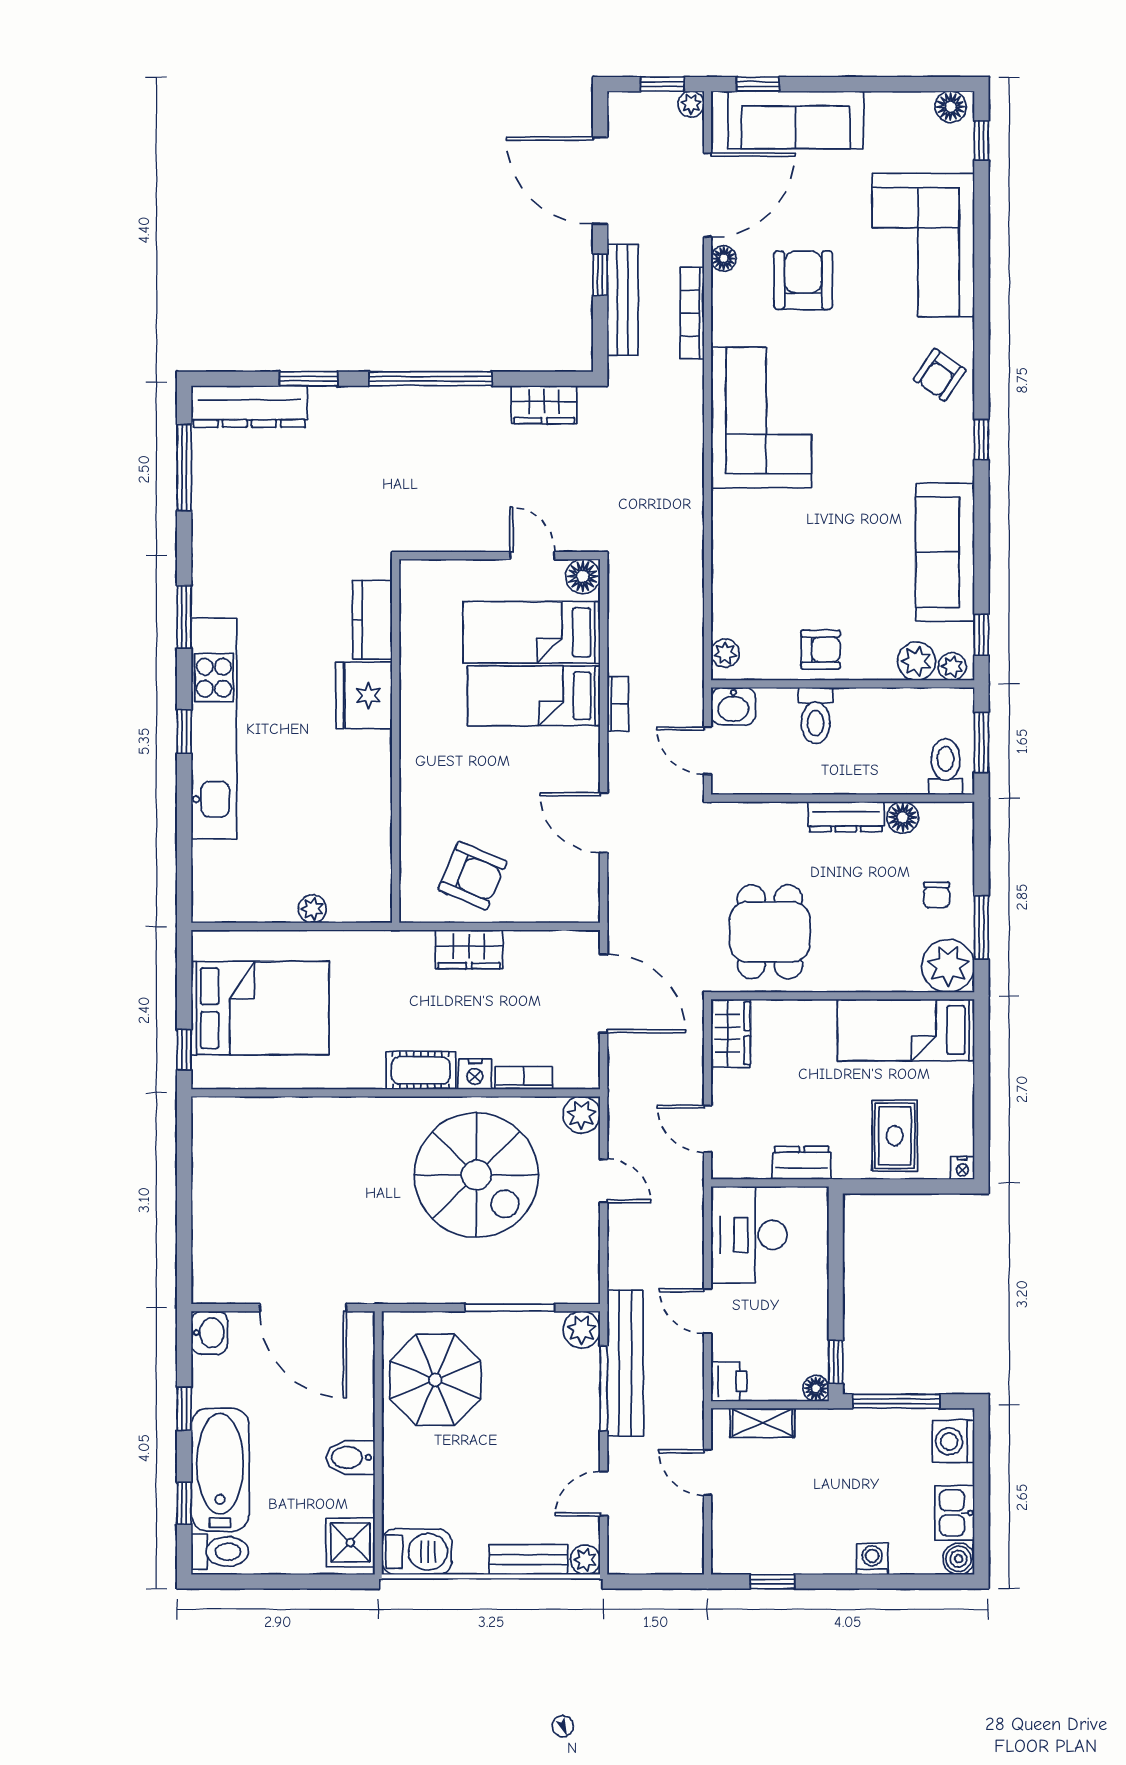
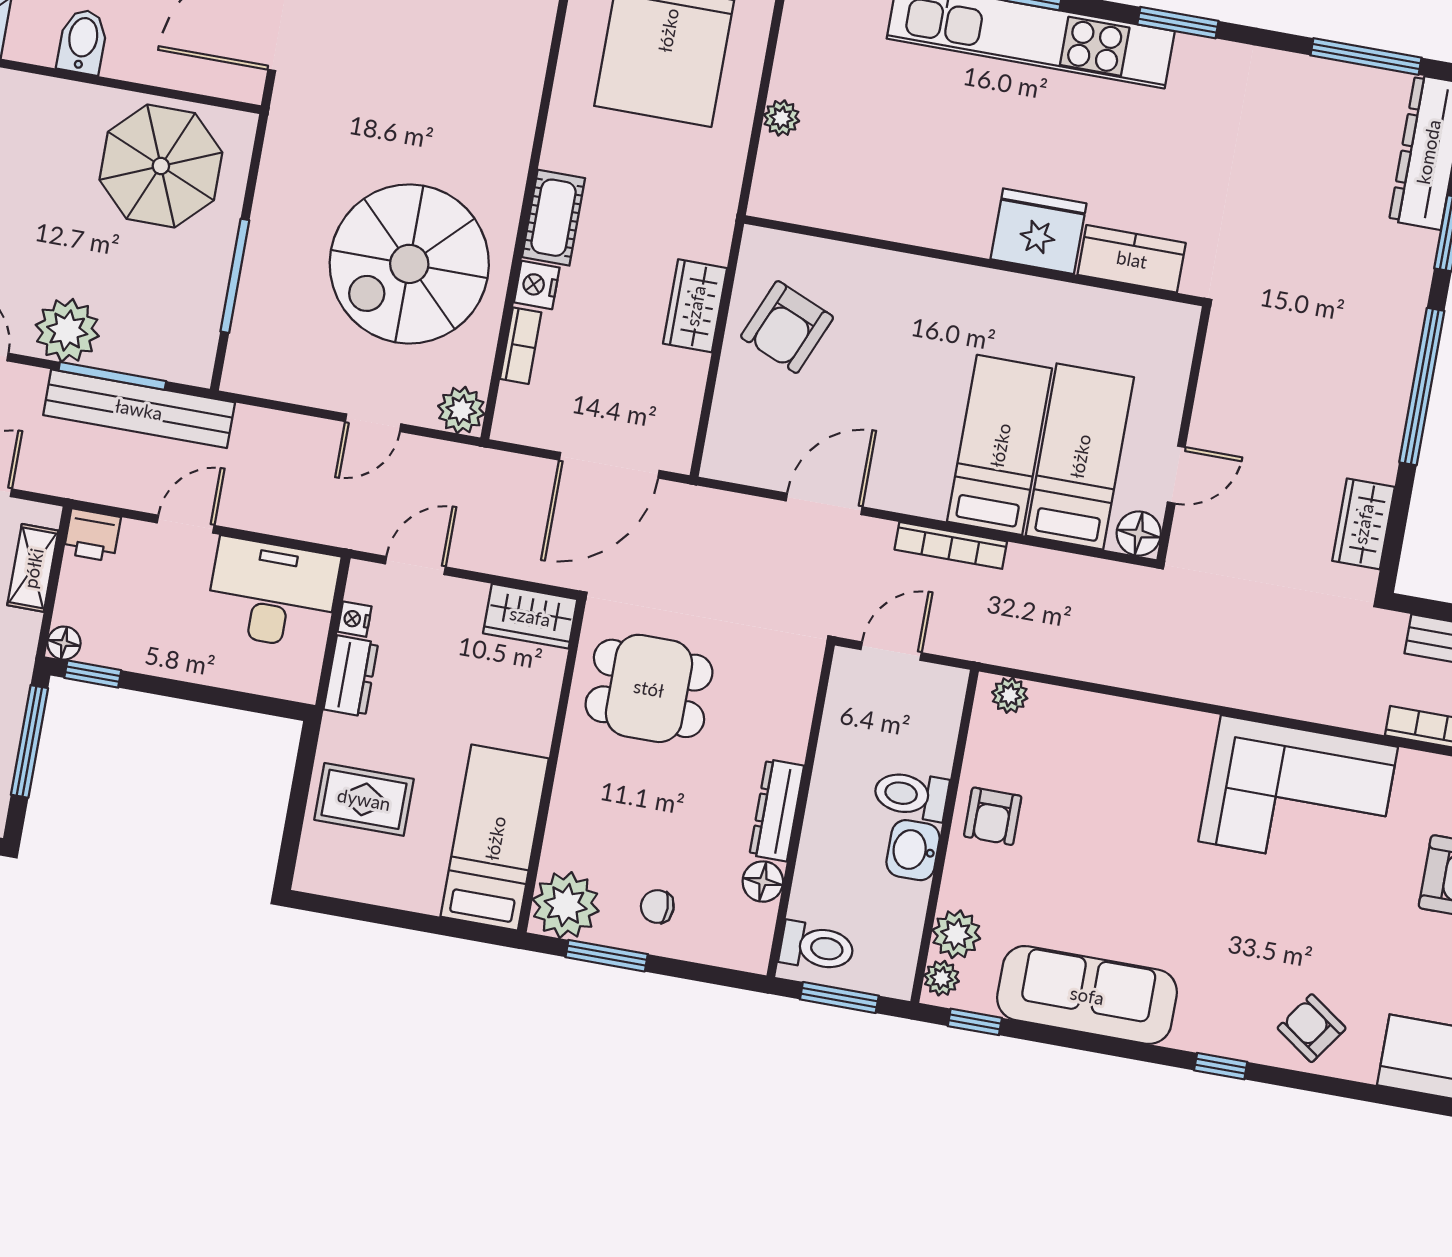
bookcase: (618, 704) -> (951, 545), width x1.56
washbasin: (733, 706) -> (913, 850), moved
nightstand: (962, 1168) -> (355, 619), moved
plant: (582, 1330) -> (67, 330), moved, width x1.36, depth x1.36

